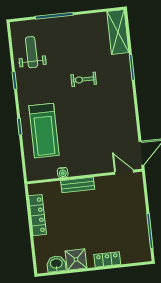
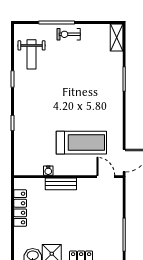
shelving: (118, 32) -> (117, 37), width x0.67, depth x0.75
weight bench: (32, 52) -> (31, 54), turned 180
exercise bike: (84, 79) -> (69, 34), moved
treadmill: (44, 131) -> (81, 143), moved, turned -90

